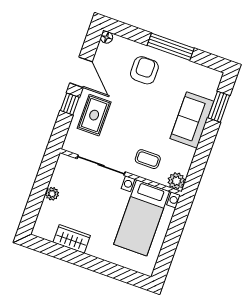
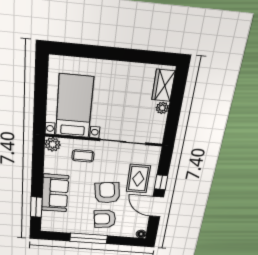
armchair: (144, 70) -> (105, 219), turned 83
armchair: (133, 105) -> (107, 193), added
wardrobe: (72, 239) -> (163, 85), moved, turned 90

